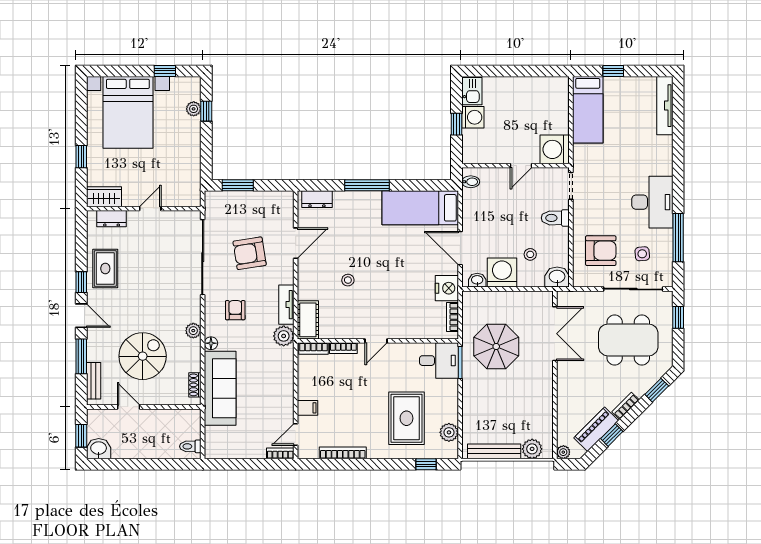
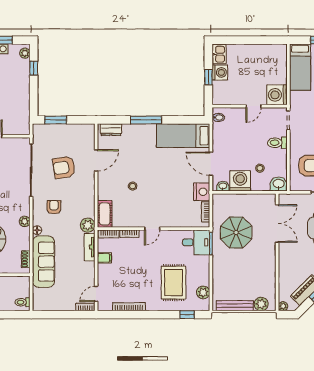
plant: (194, 109) -> (25, 53), moved
tv unit: (286, 305) -> (90, 247), moved
filing cabinet: (307, 408) -> (104, 258), moved

